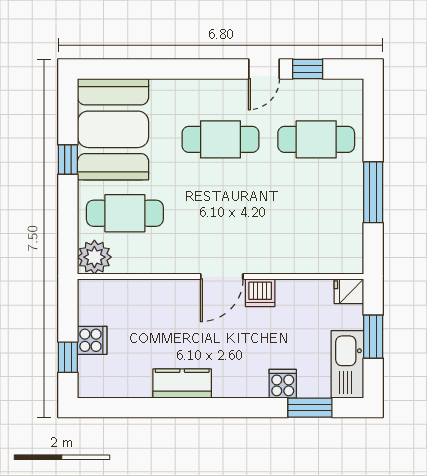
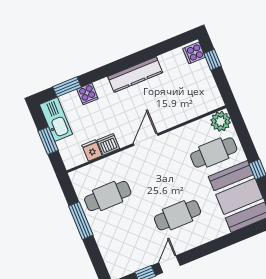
cafe table: (316, 139) -> (108, 196), moved
fridge: (349, 291) -> (92, 150), moved, turned -90
dishwasher: (260, 293) -> (108, 144), moved
cooker: (92, 340) -> (194, 53), moved
kitchen counter: (182, 383) -> (135, 74), width x1.50

